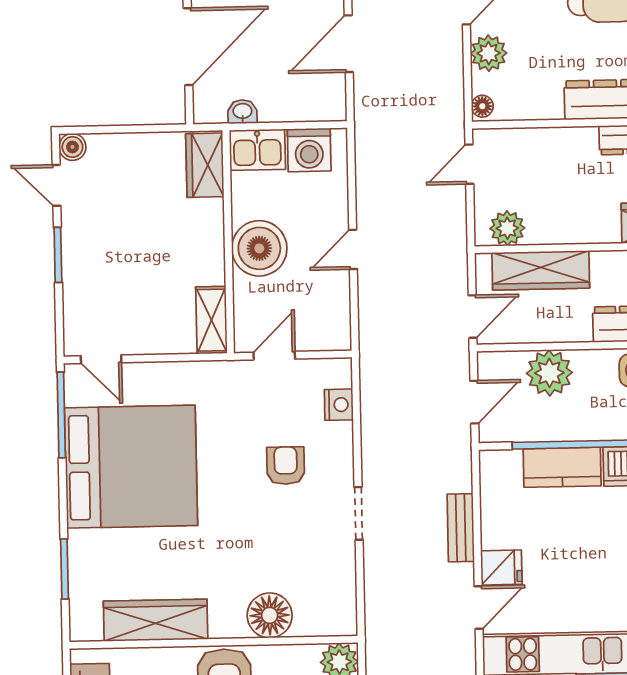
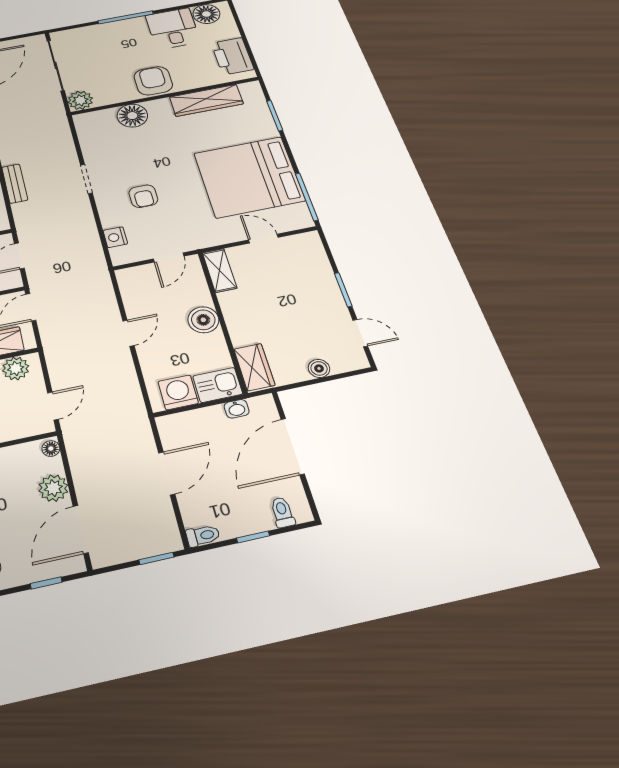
boiler: (72, 147) -> (319, 368), moved
boiler: (259, 248) -> (203, 320), width x0.73, depth x0.73
door: (101, 359) -> (263, 239), moved

